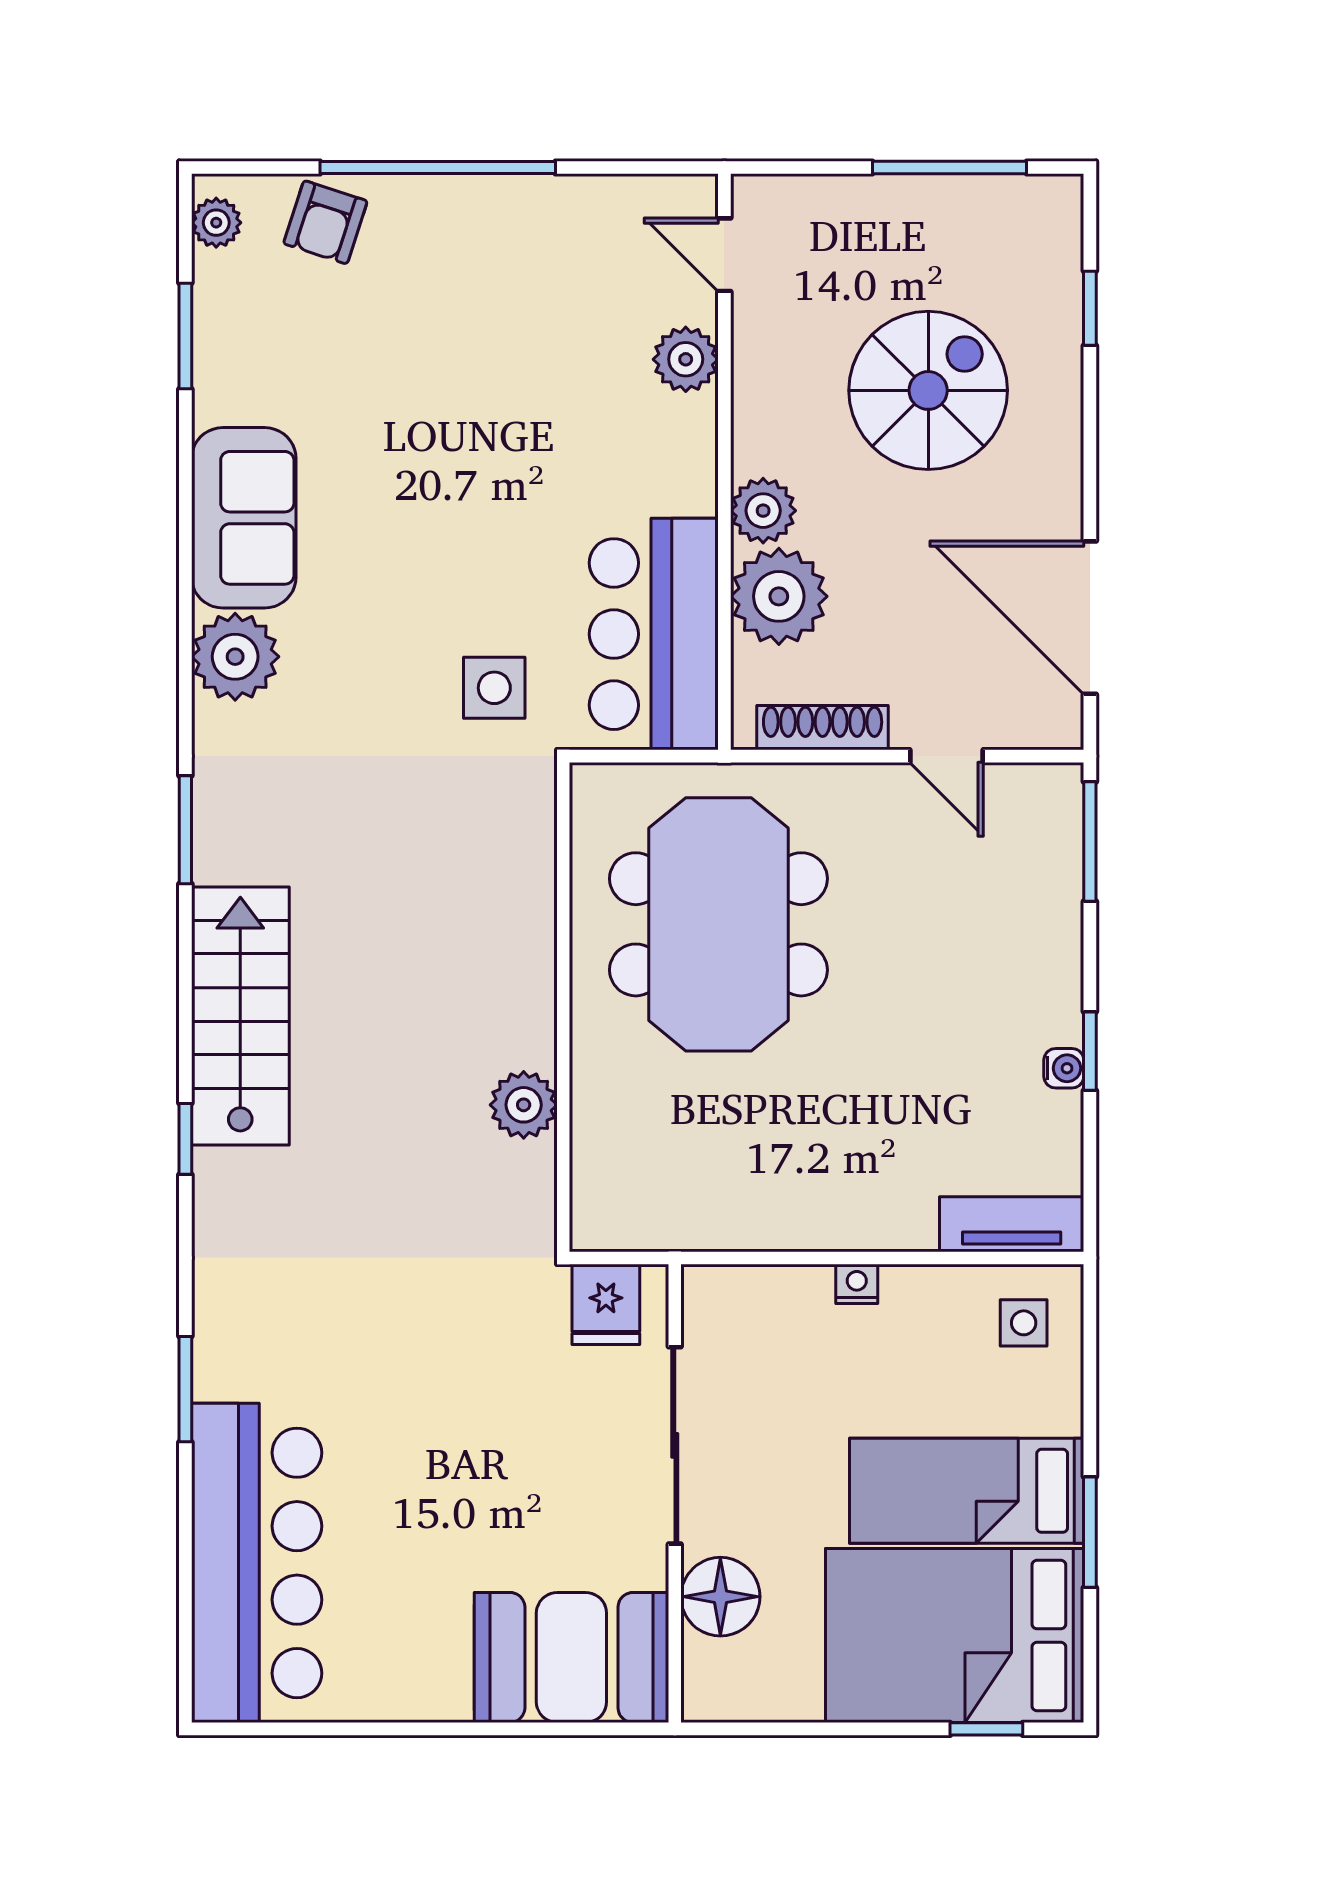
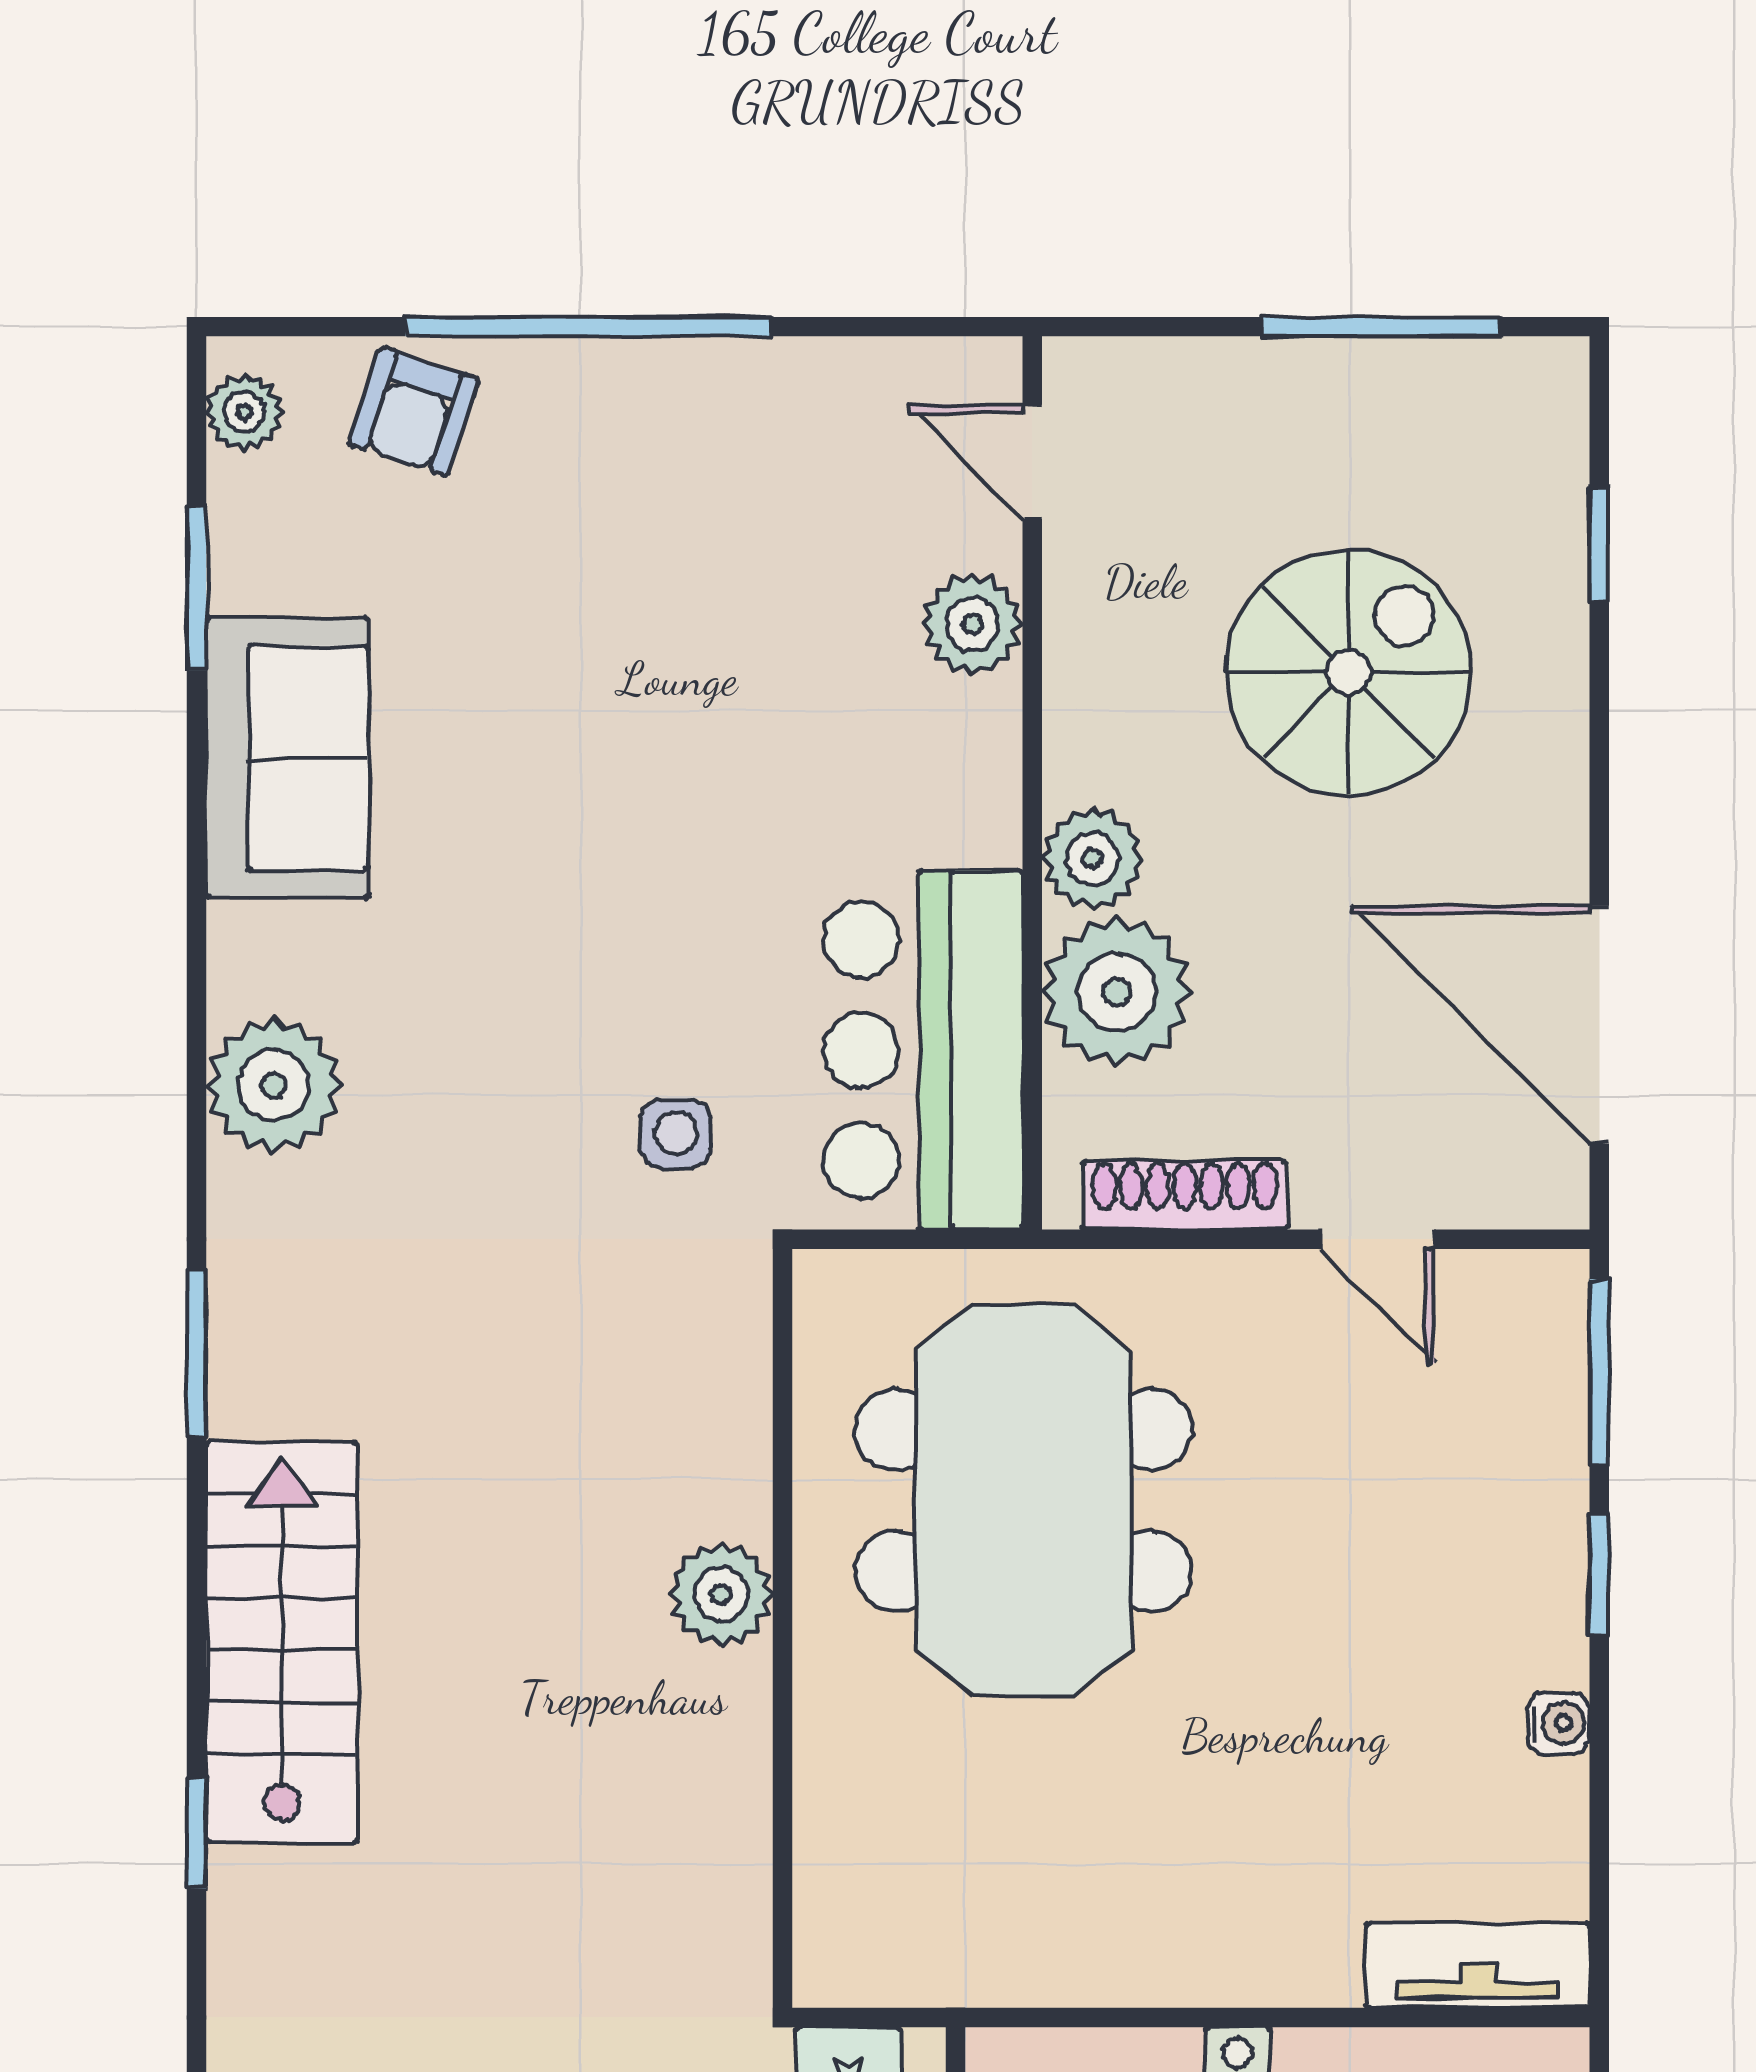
sofa: (244, 518) -> (287, 758), moved
side table: (494, 688) -> (676, 1133), width x0.73, depth x0.73
window: (1090, 1051) -> (1599, 1575), moved
plant: (524, 1105) -> (721, 1594), moved

